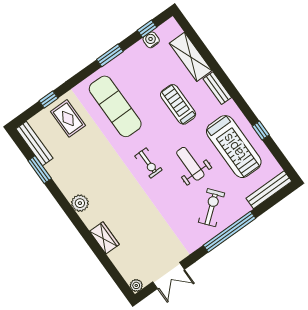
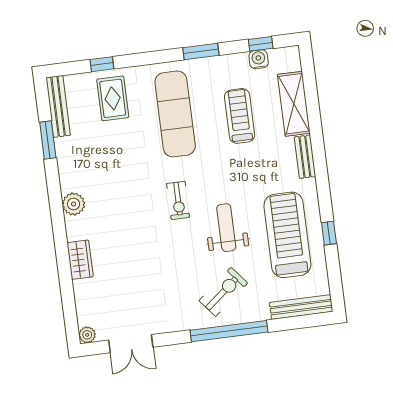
treadmill: (178, 104) -> (240, 116), moved
treadmill: (234, 147) -> (287, 235), turned 180

